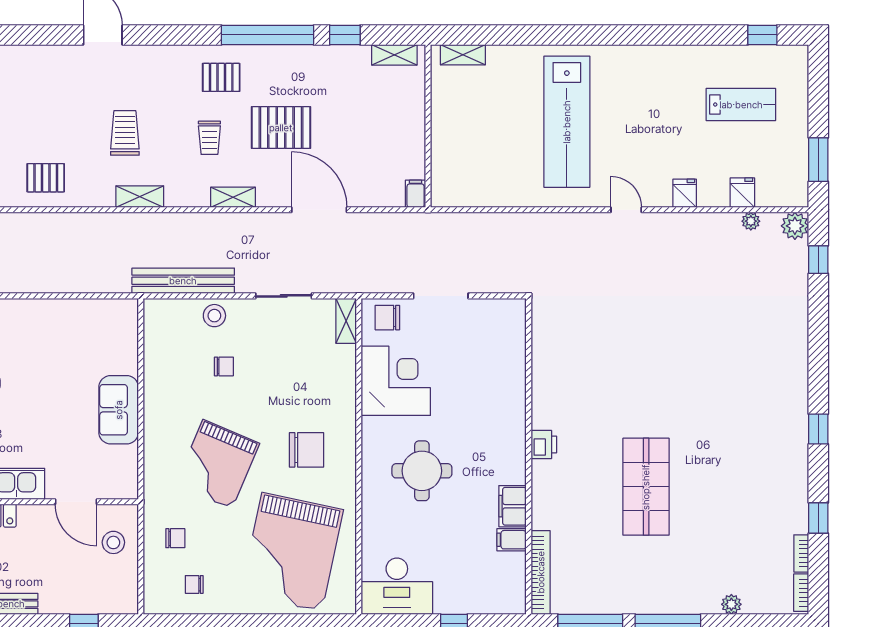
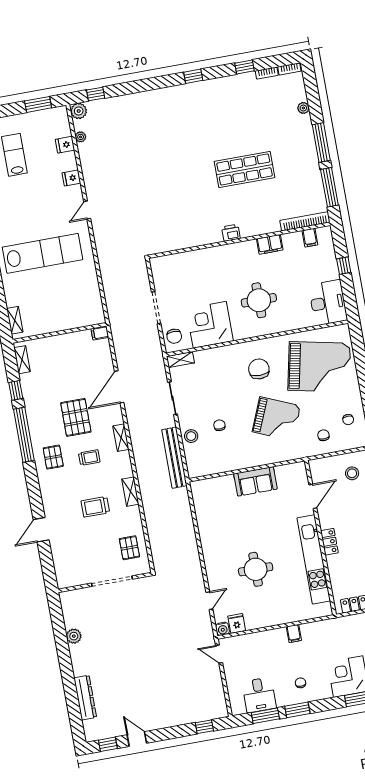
filing cabinet: (512, 540) -> (310, 238), moved
stool: (113, 542) -> (352, 473), moved

